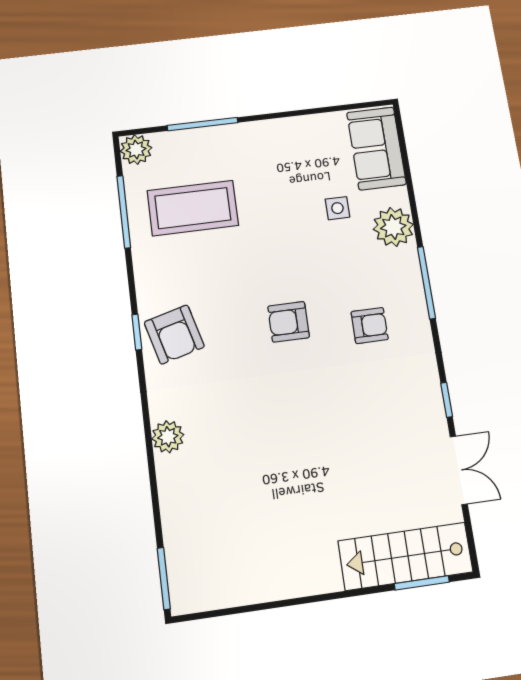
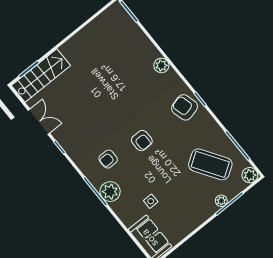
plant: (213, 137) -> (221, 201), added
coffee table: (193, 208) -> (210, 164), turned 57
plant: (393, 227) -> (110, 192), moved
armchair: (289, 322) -> (142, 141), turned 90
double door: (459, 470) -> (39, 122), swing flipped

